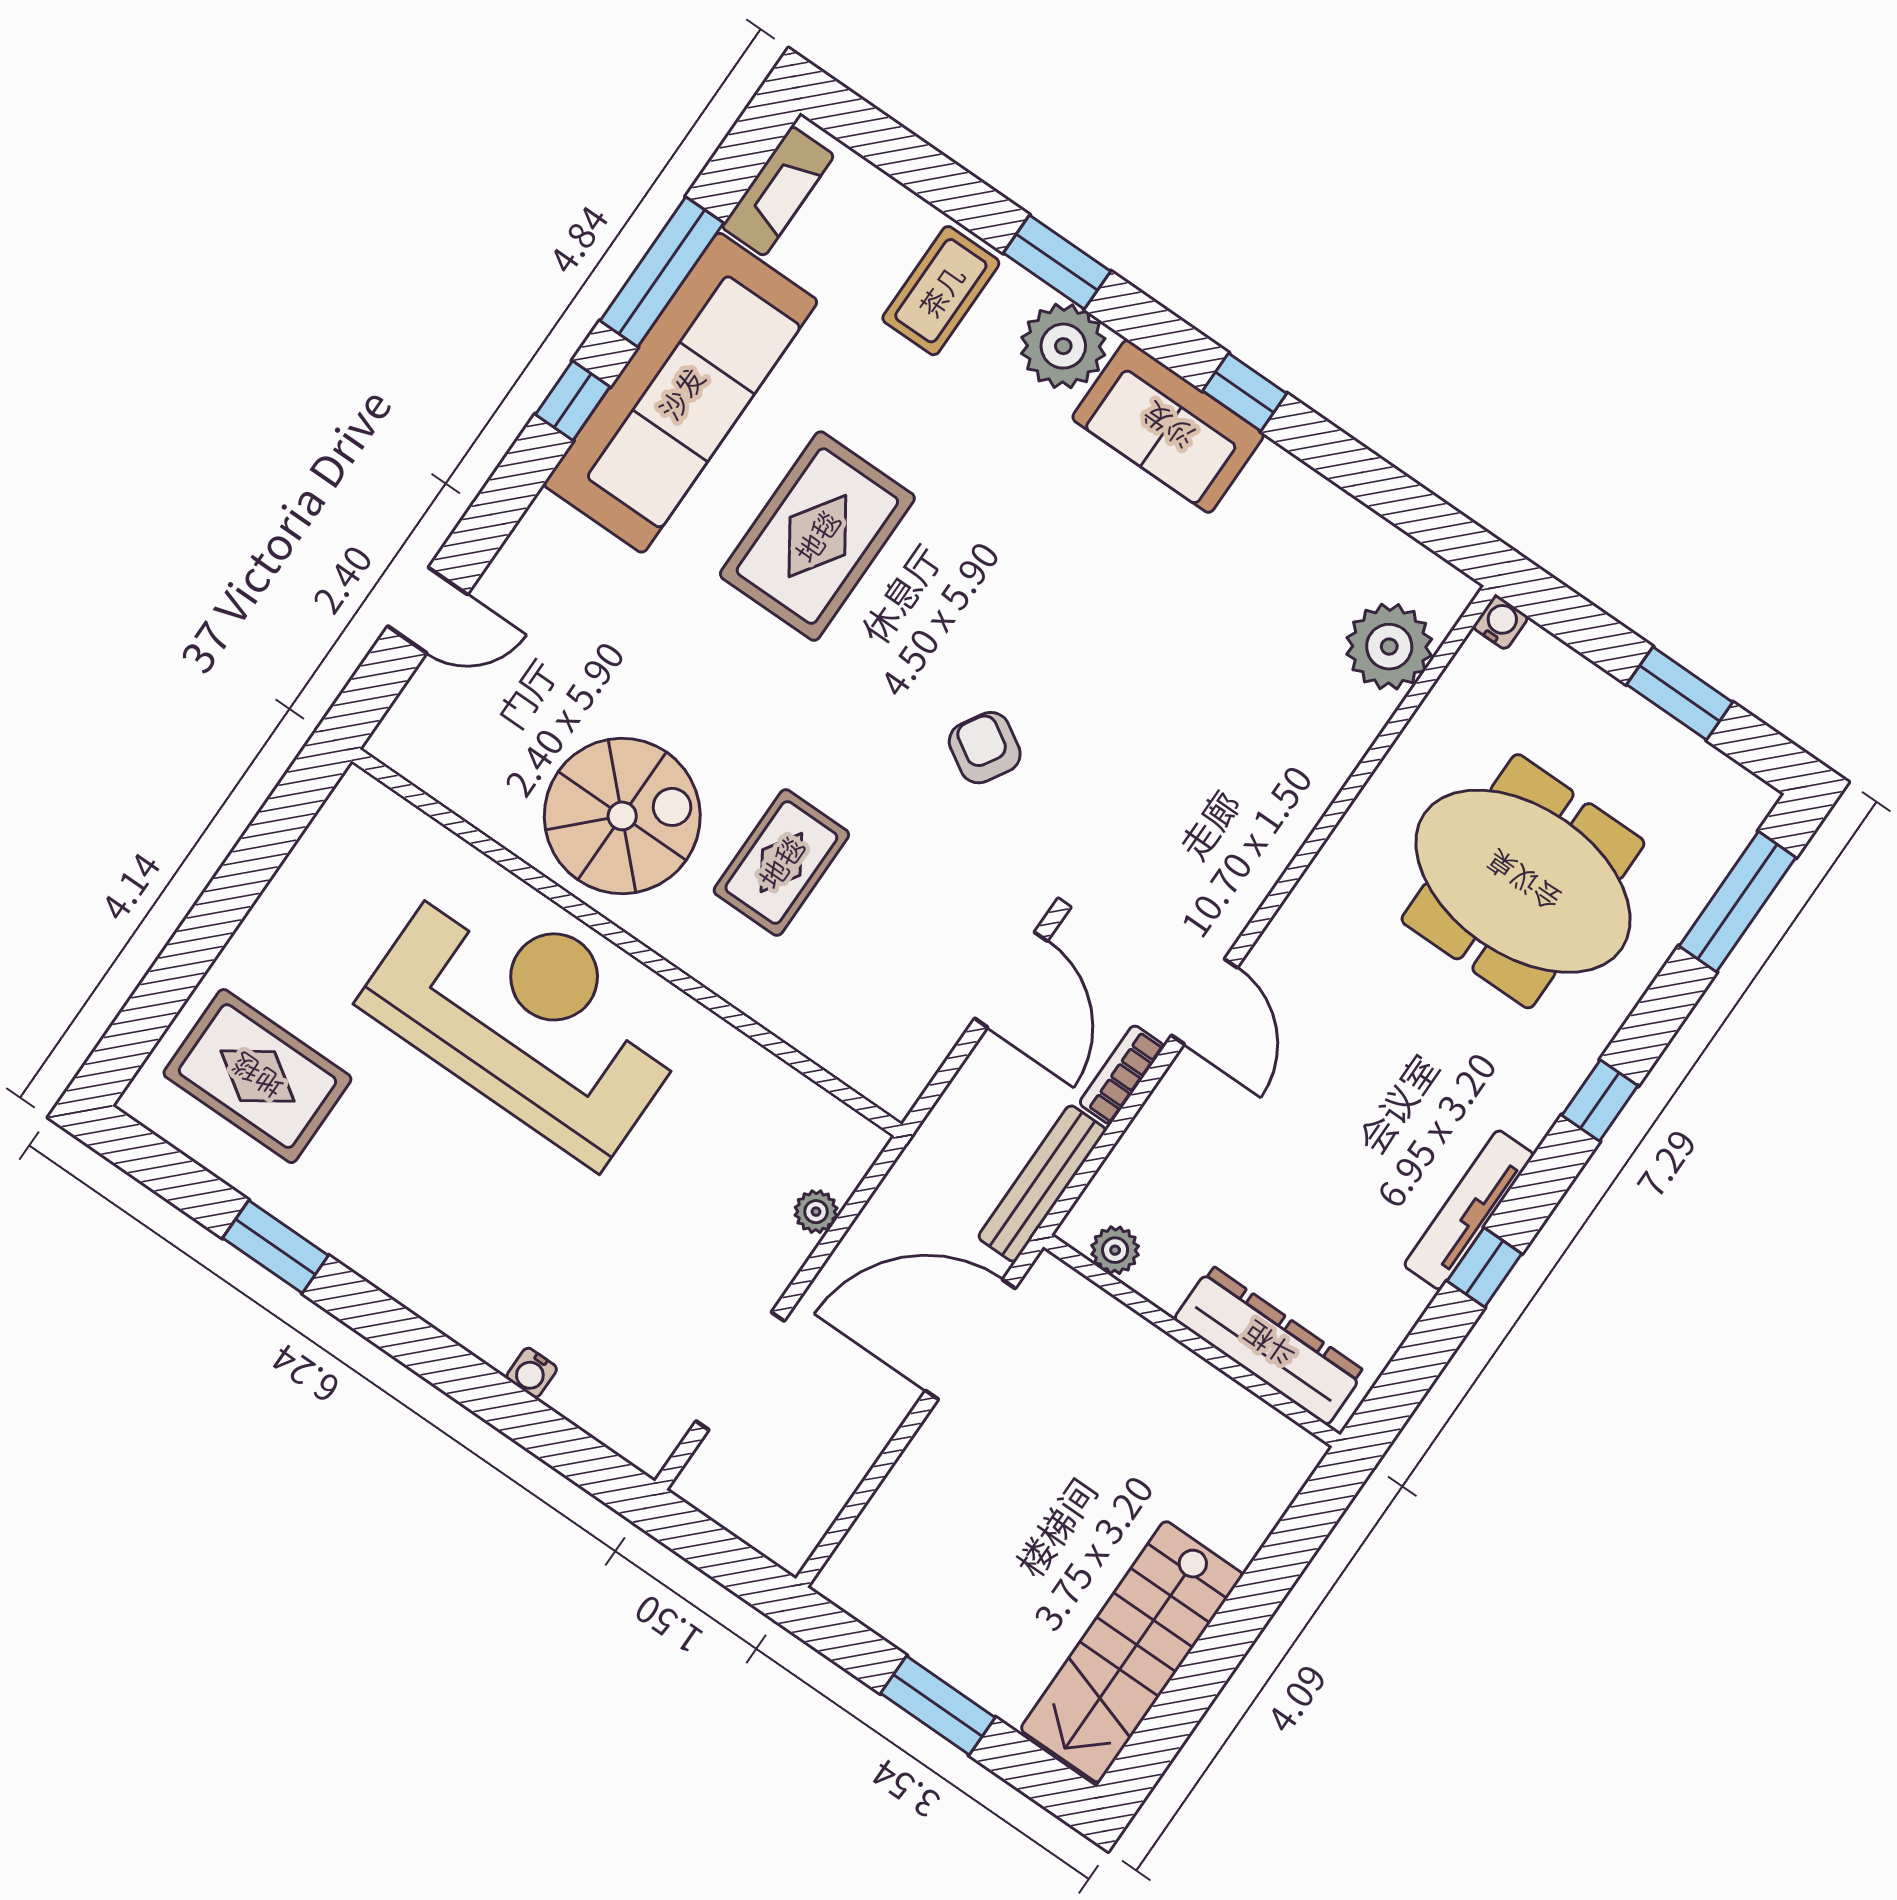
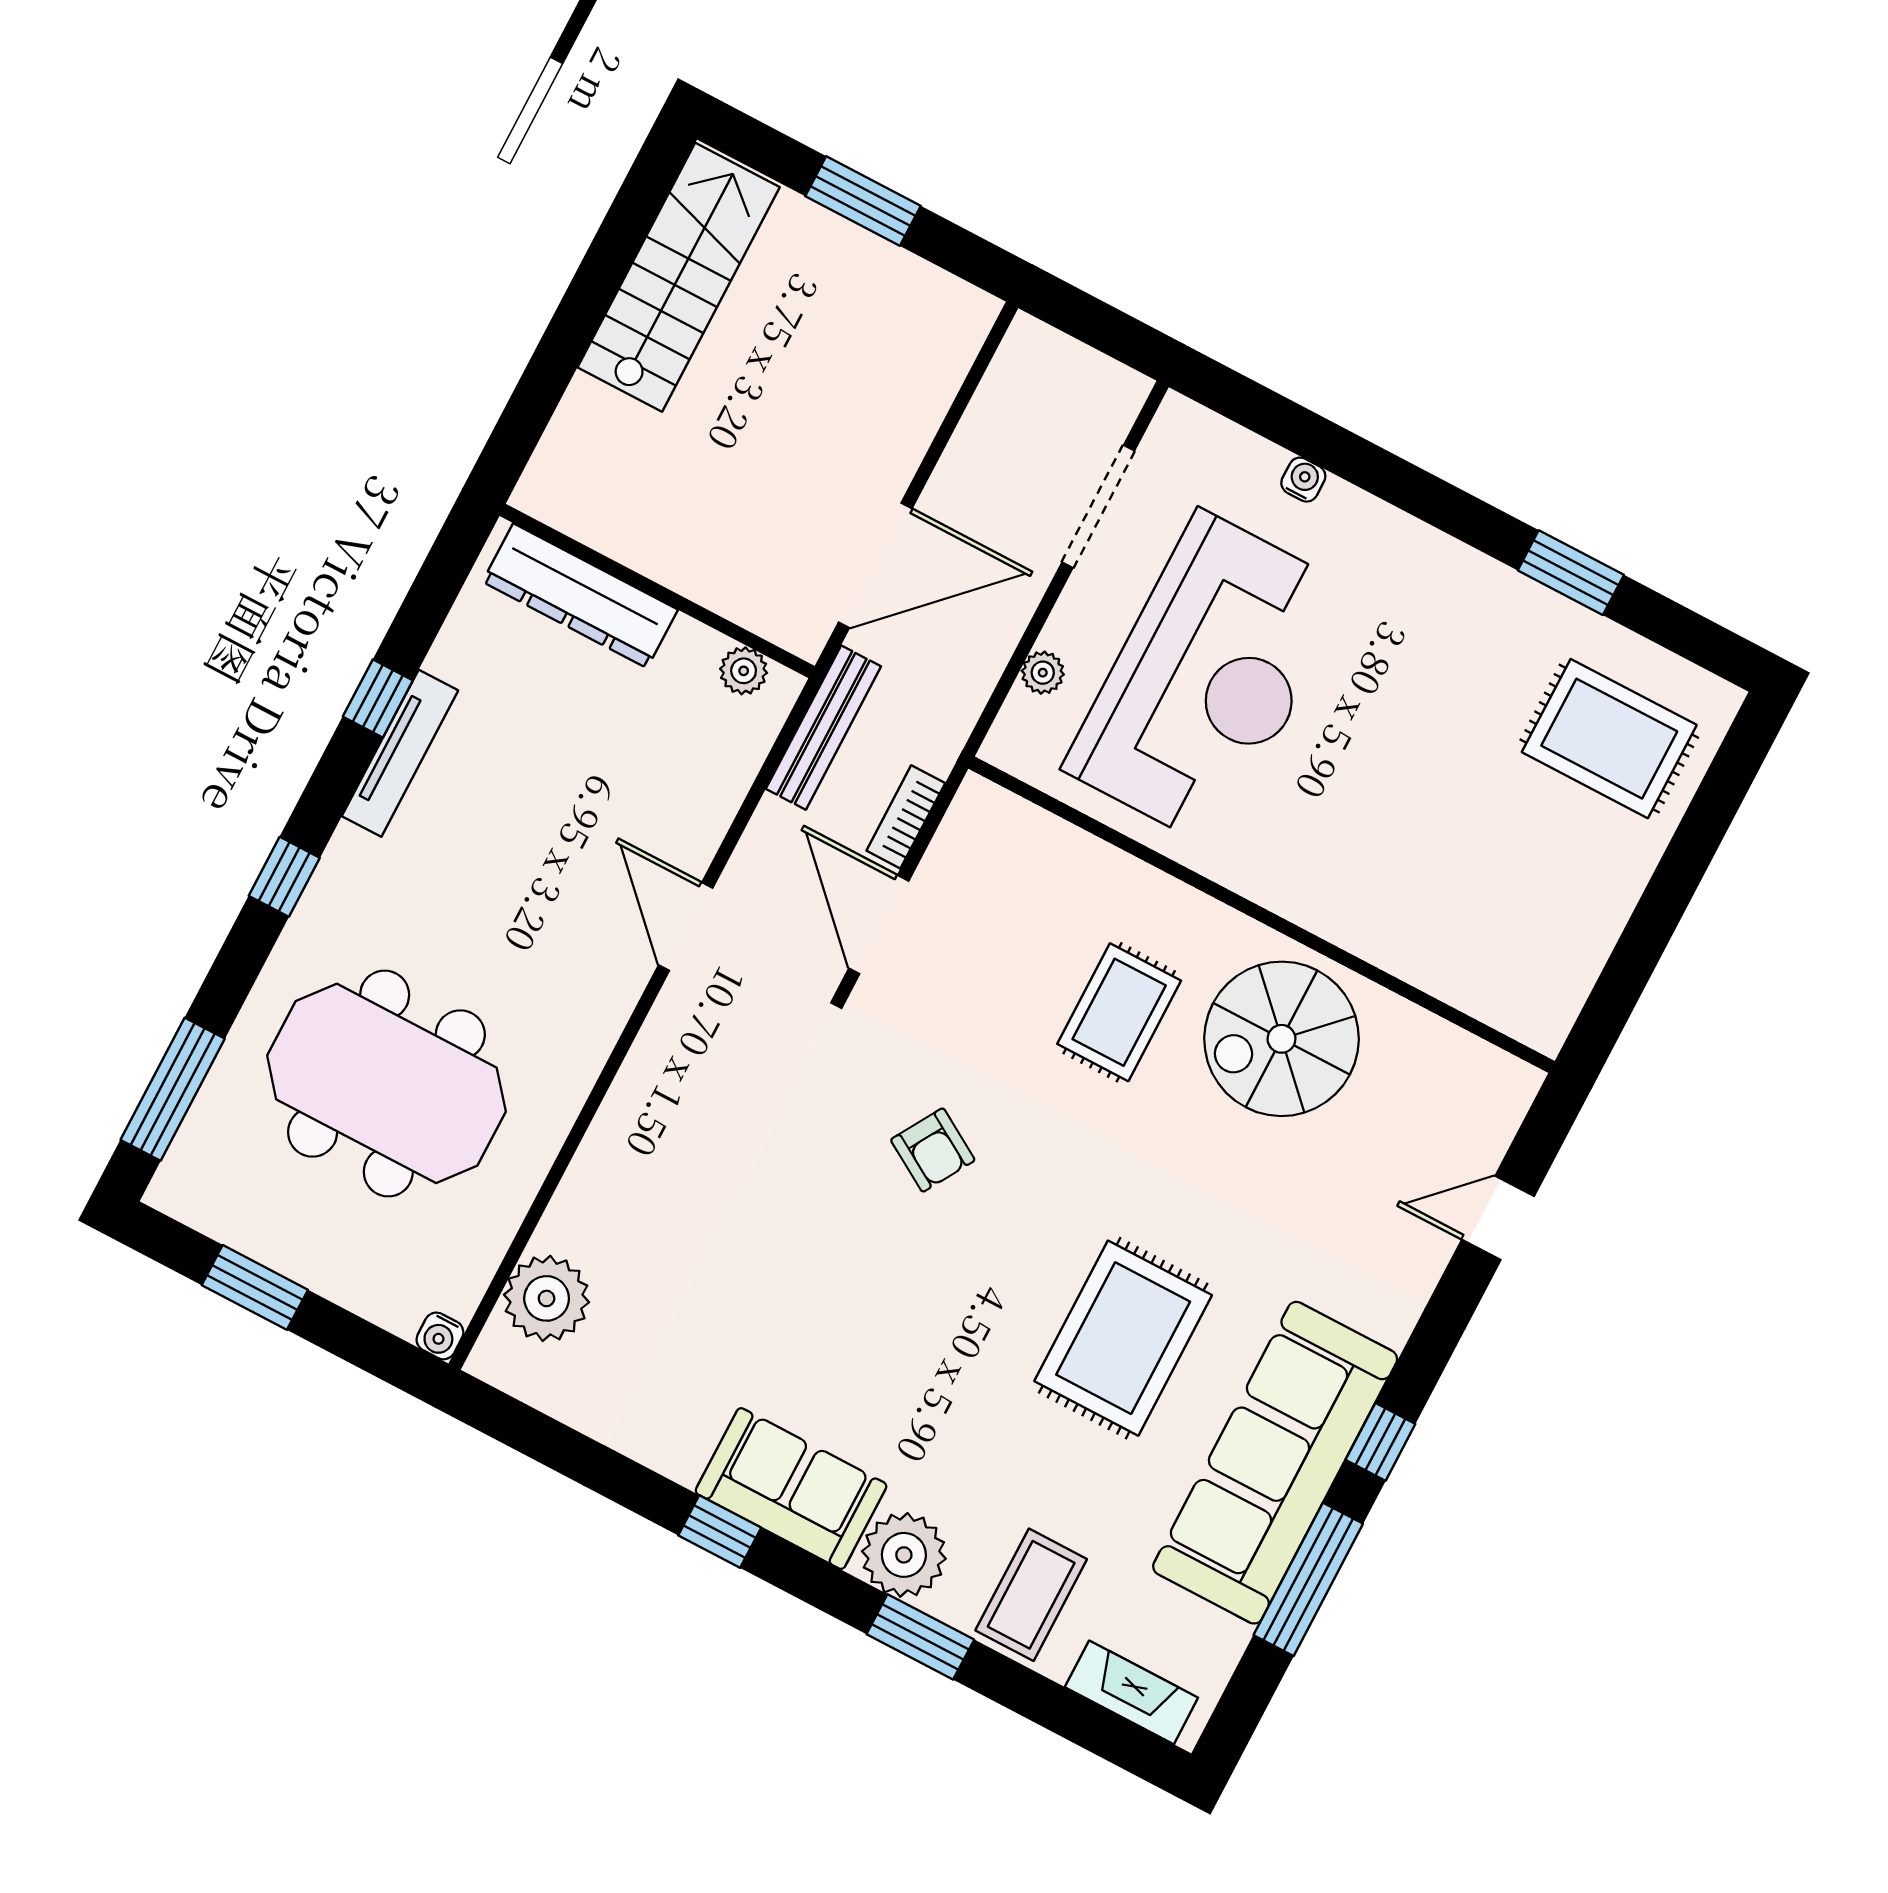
fireplace: (778, 191) -> (1131, 1692), moved, turned 90
reception desk: (527, 1015) -> (1208, 679), moved, turned -90
bookcase: (1122, 1075) -> (906, 817), moved, turned 180

